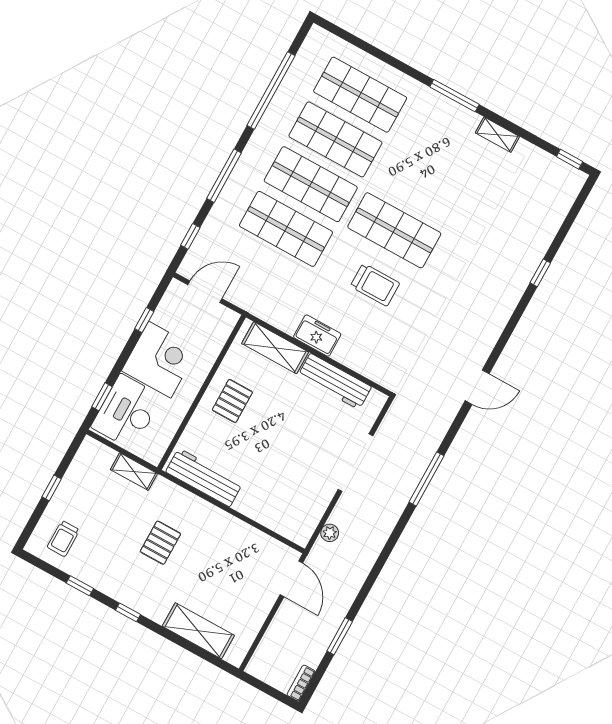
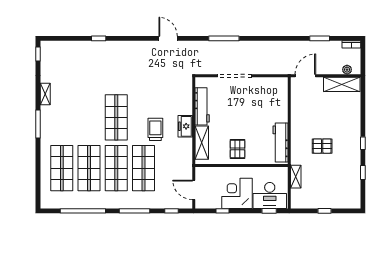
trolley: (375, 285) -> (155, 129), moved
pallet: (232, 401) -> (238, 149), turned 90
plant: (330, 533) -> (347, 70), moved
trolley: (63, 539) -> (345, 192), removed
shelving: (198, 631) -> (342, 84), moved, turned 90

